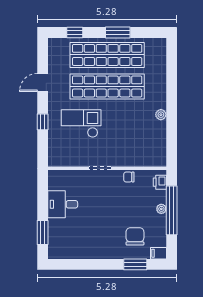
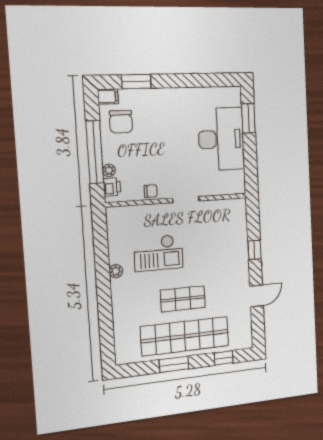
shop shelf: (107, 86) -> (183, 299), width x0.50, depth x0.74
checkout: (81, 124) -> (158, 253), moved
desk: (63, 204) -> (221, 139), width x1.87, depth x1.30
plant: (161, 209) -> (109, 170), moved
chair: (135, 236) -> (121, 122), moved

